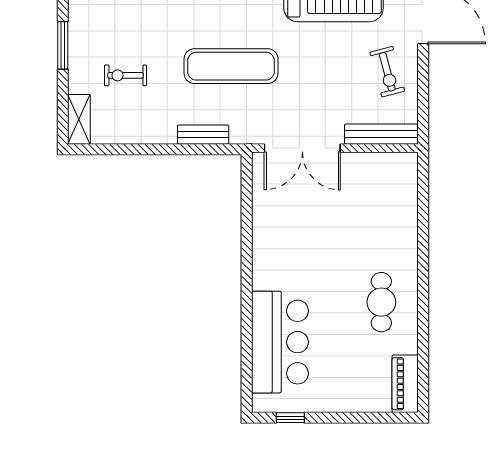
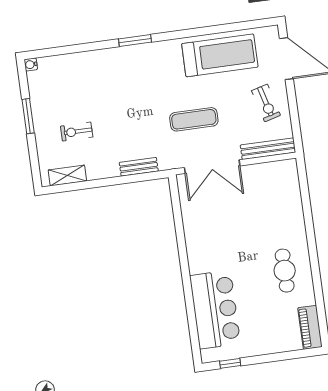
exercise mat: (231, 66) -> (194, 119), moved, width x0.73, depth x0.69
shelving: (79, 119) -> (67, 175), moved, turned 90

